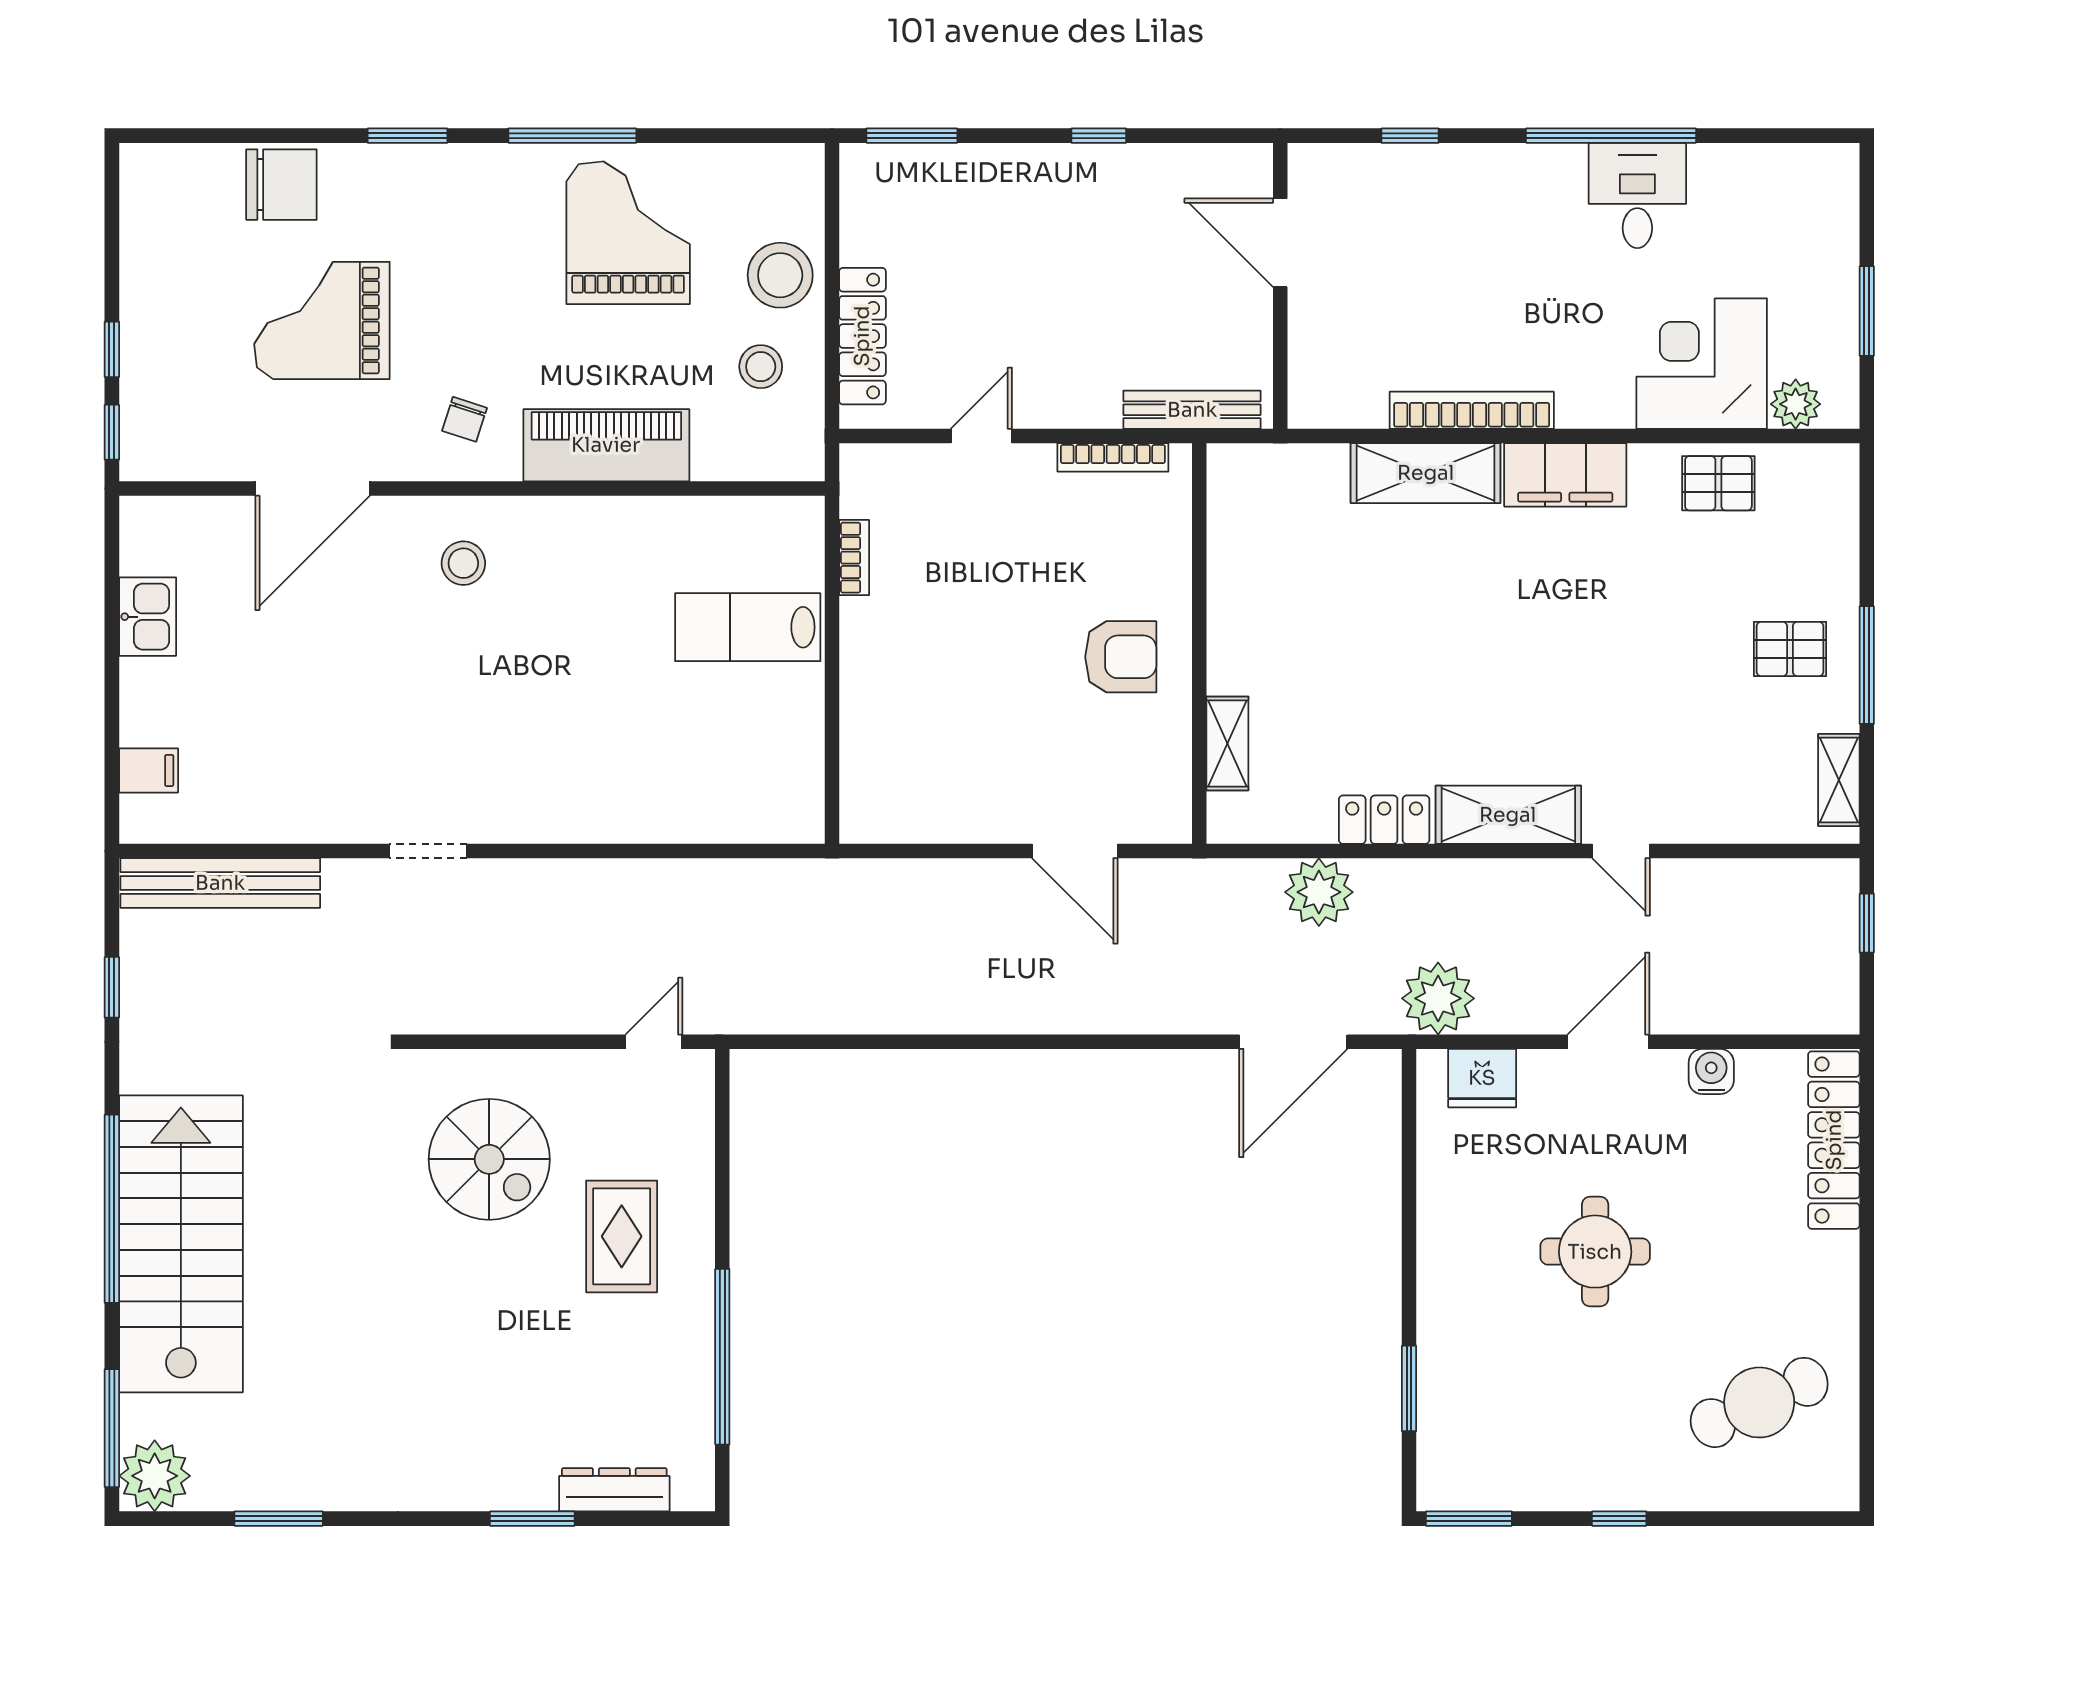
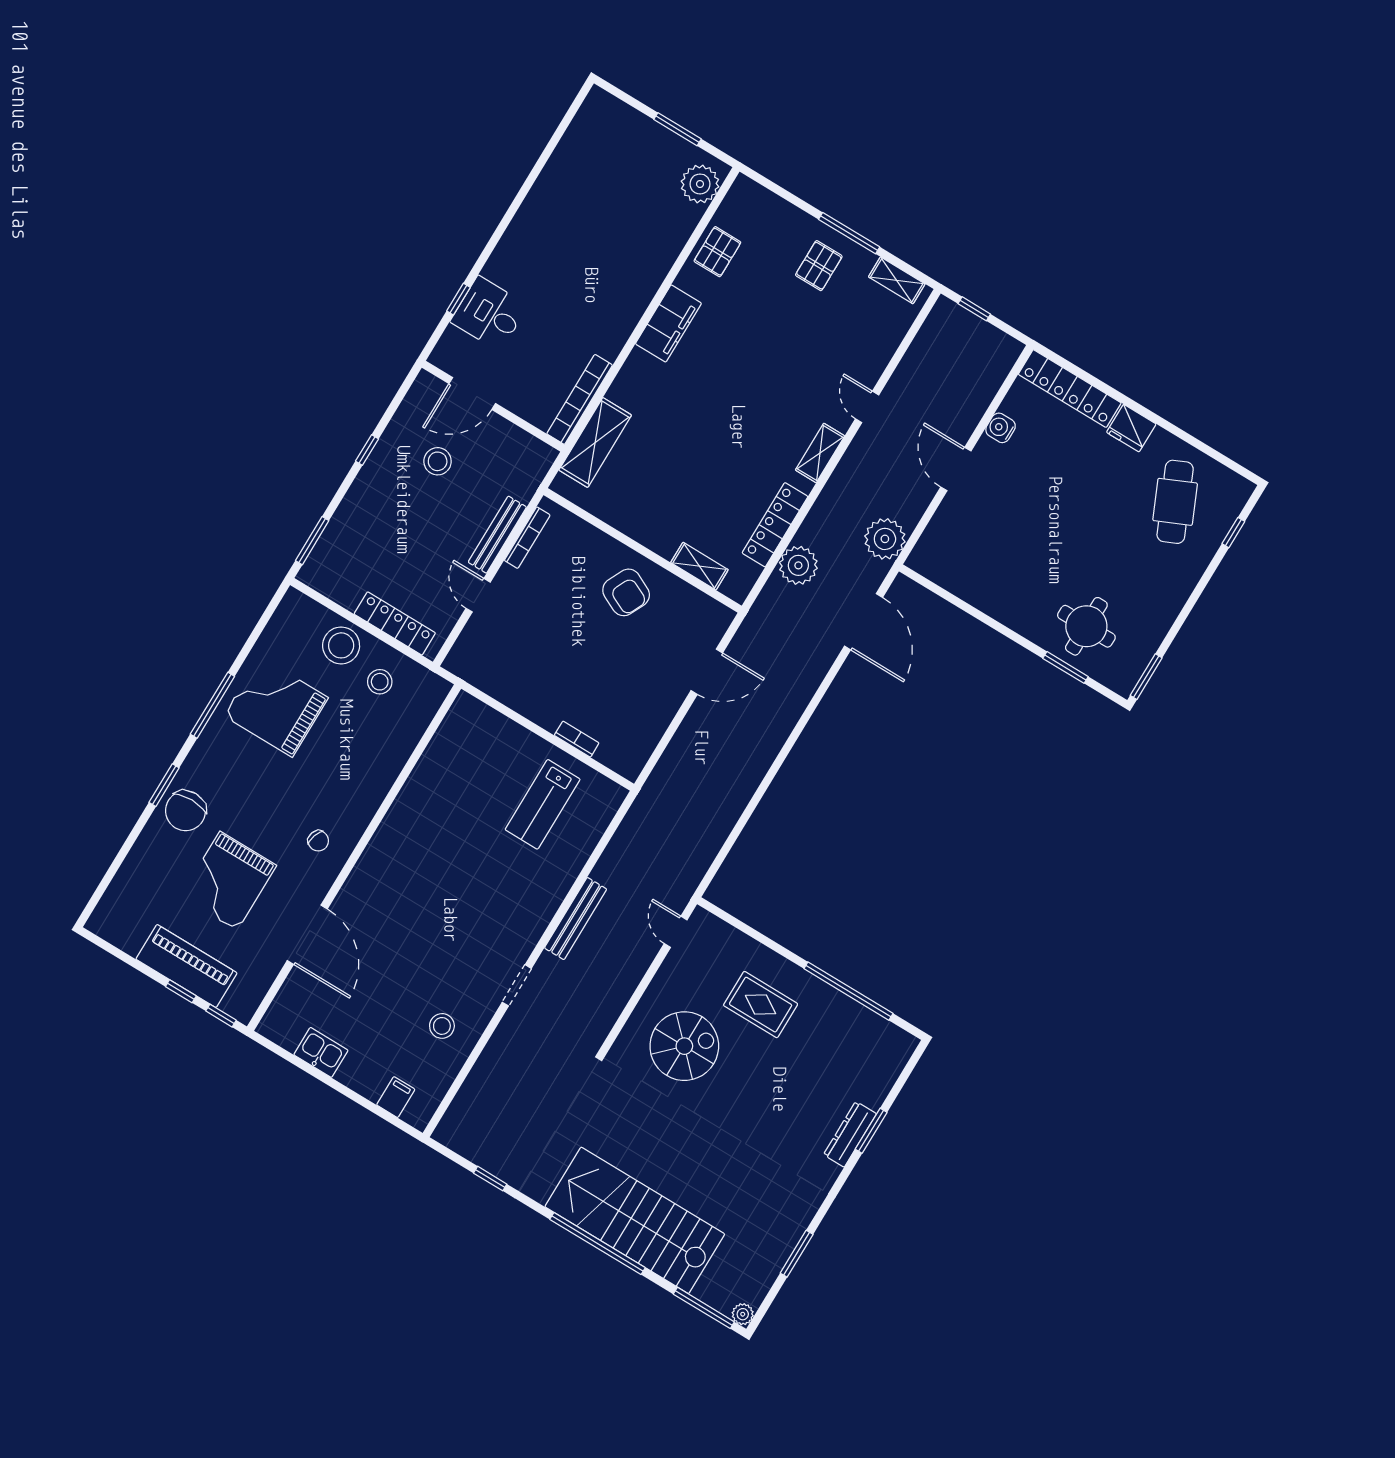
window: (1611, 136) -> (517, 202), removed
chair: (281, 185) -> (186, 811), moved, turned 180
desk: (1637, 195) -> (489, 314), moved
stool: (1146, 252) -> (438, 461), added
corner desk: (1702, 364) -> (655, 225), removed
plant: (1796, 404) -> (700, 184), width x1.36, depth x1.36
bench: (1192, 410) -> (497, 535), moved
bookcase: (1472, 410) -> (580, 399), moved
piano: (606, 445) -> (186, 966), moved, turned 90
shelving: (1426, 473) -> (595, 443), moved
bookcase: (854, 558) -> (577, 739), moved
stool: (463, 563) -> (442, 1026), moved
lab bench: (748, 627) -> (543, 804), moved
armchair: (1121, 657) -> (626, 592), turned 116
shelving: (1508, 815) -> (820, 453), width x0.67, depth x0.75
locker: (1384, 820) -> (775, 525), width x1.53
door: (1621, 851) -> (867, 407), swing flipped
bench: (220, 883) -> (576, 919), moved, width x0.73, depth x0.82
fridge: (1482, 1078) -> (1131, 428), moved, turned 90
round table: (1595, 1252) -> (1086, 626), moved
plant: (155, 1476) -> (743, 1314), width x0.53, depth x0.53
dresser: (614, 1490) -> (850, 1134), moved
window: (1619, 1519) -> (1233, 533), moved

